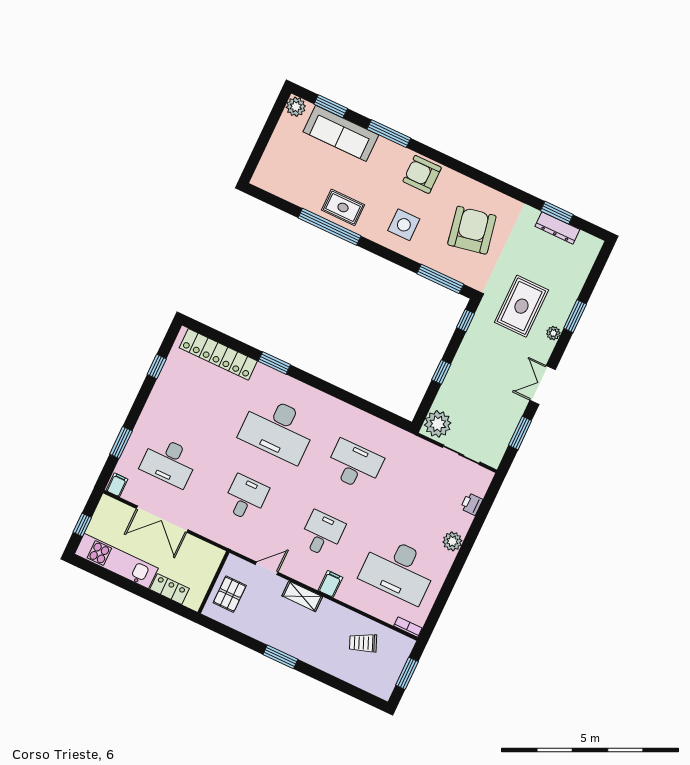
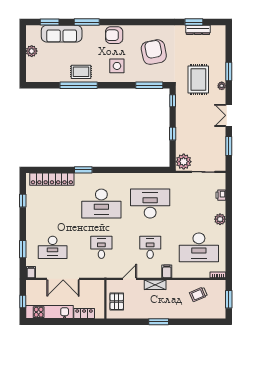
plant: (296, 107) -> (32, 51), moved
desk: (354, 465) -> (150, 204), width x1.36, depth x1.30

